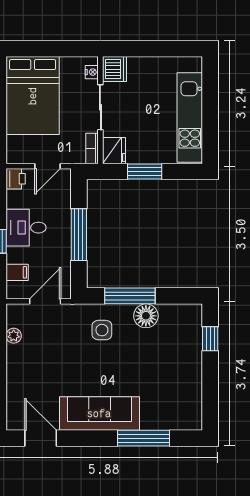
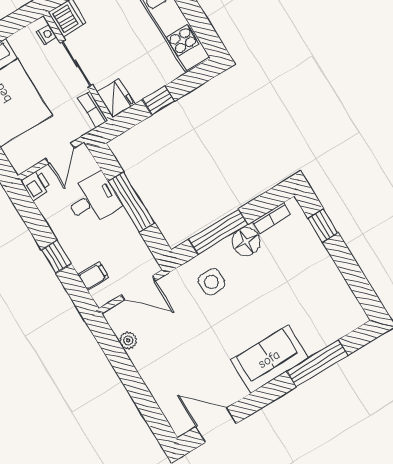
window: (145, 172) -> (158, 100), width x0.67
desk: (26, 228) -> (93, 200), moved, turned 180
door: (45, 301) -> (138, 288), swing flipped
bookcase: (175, 310) -> (271, 218), added
sofa: (99, 414) -> (269, 359), width x0.73

